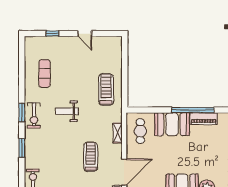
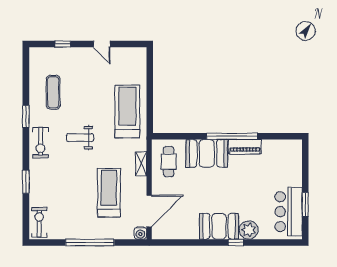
treadmill: (106, 90) -> (127, 112), width x1.37, depth x1.38
window: (22, 112) -> (26, 117), moved
treadmill: (91, 157) -> (109, 193), width x1.37, depth x1.38

